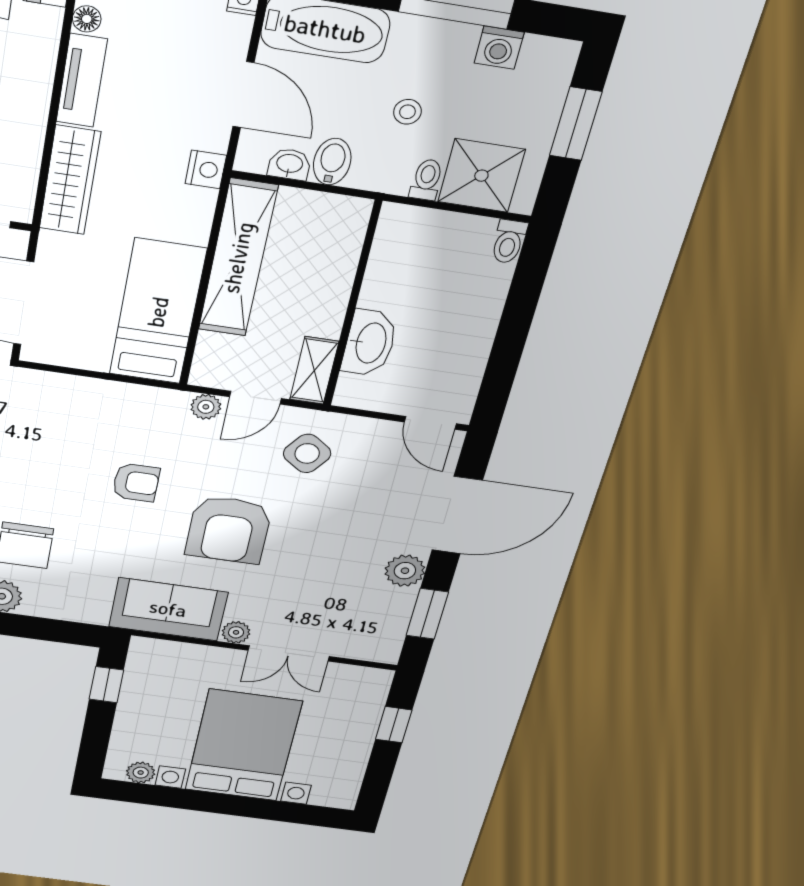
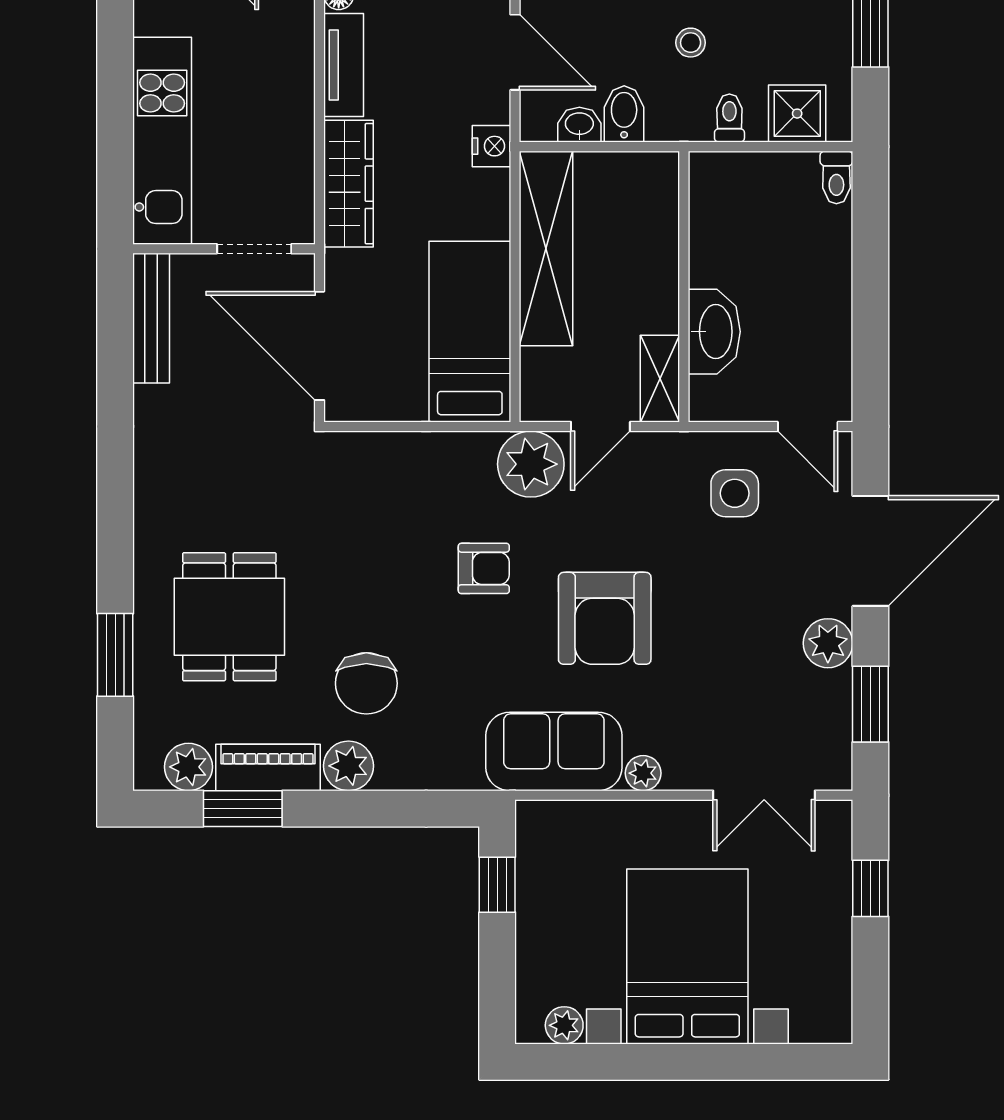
shower: (481, 176) -> (797, 114), width x0.73, depth x0.73
plant: (206, 407) -> (531, 464), width x1.88, depth x1.88
side table: (307, 453) -> (735, 493), moved, turned -36
double door: (289, 653) -> (764, 795), moved

